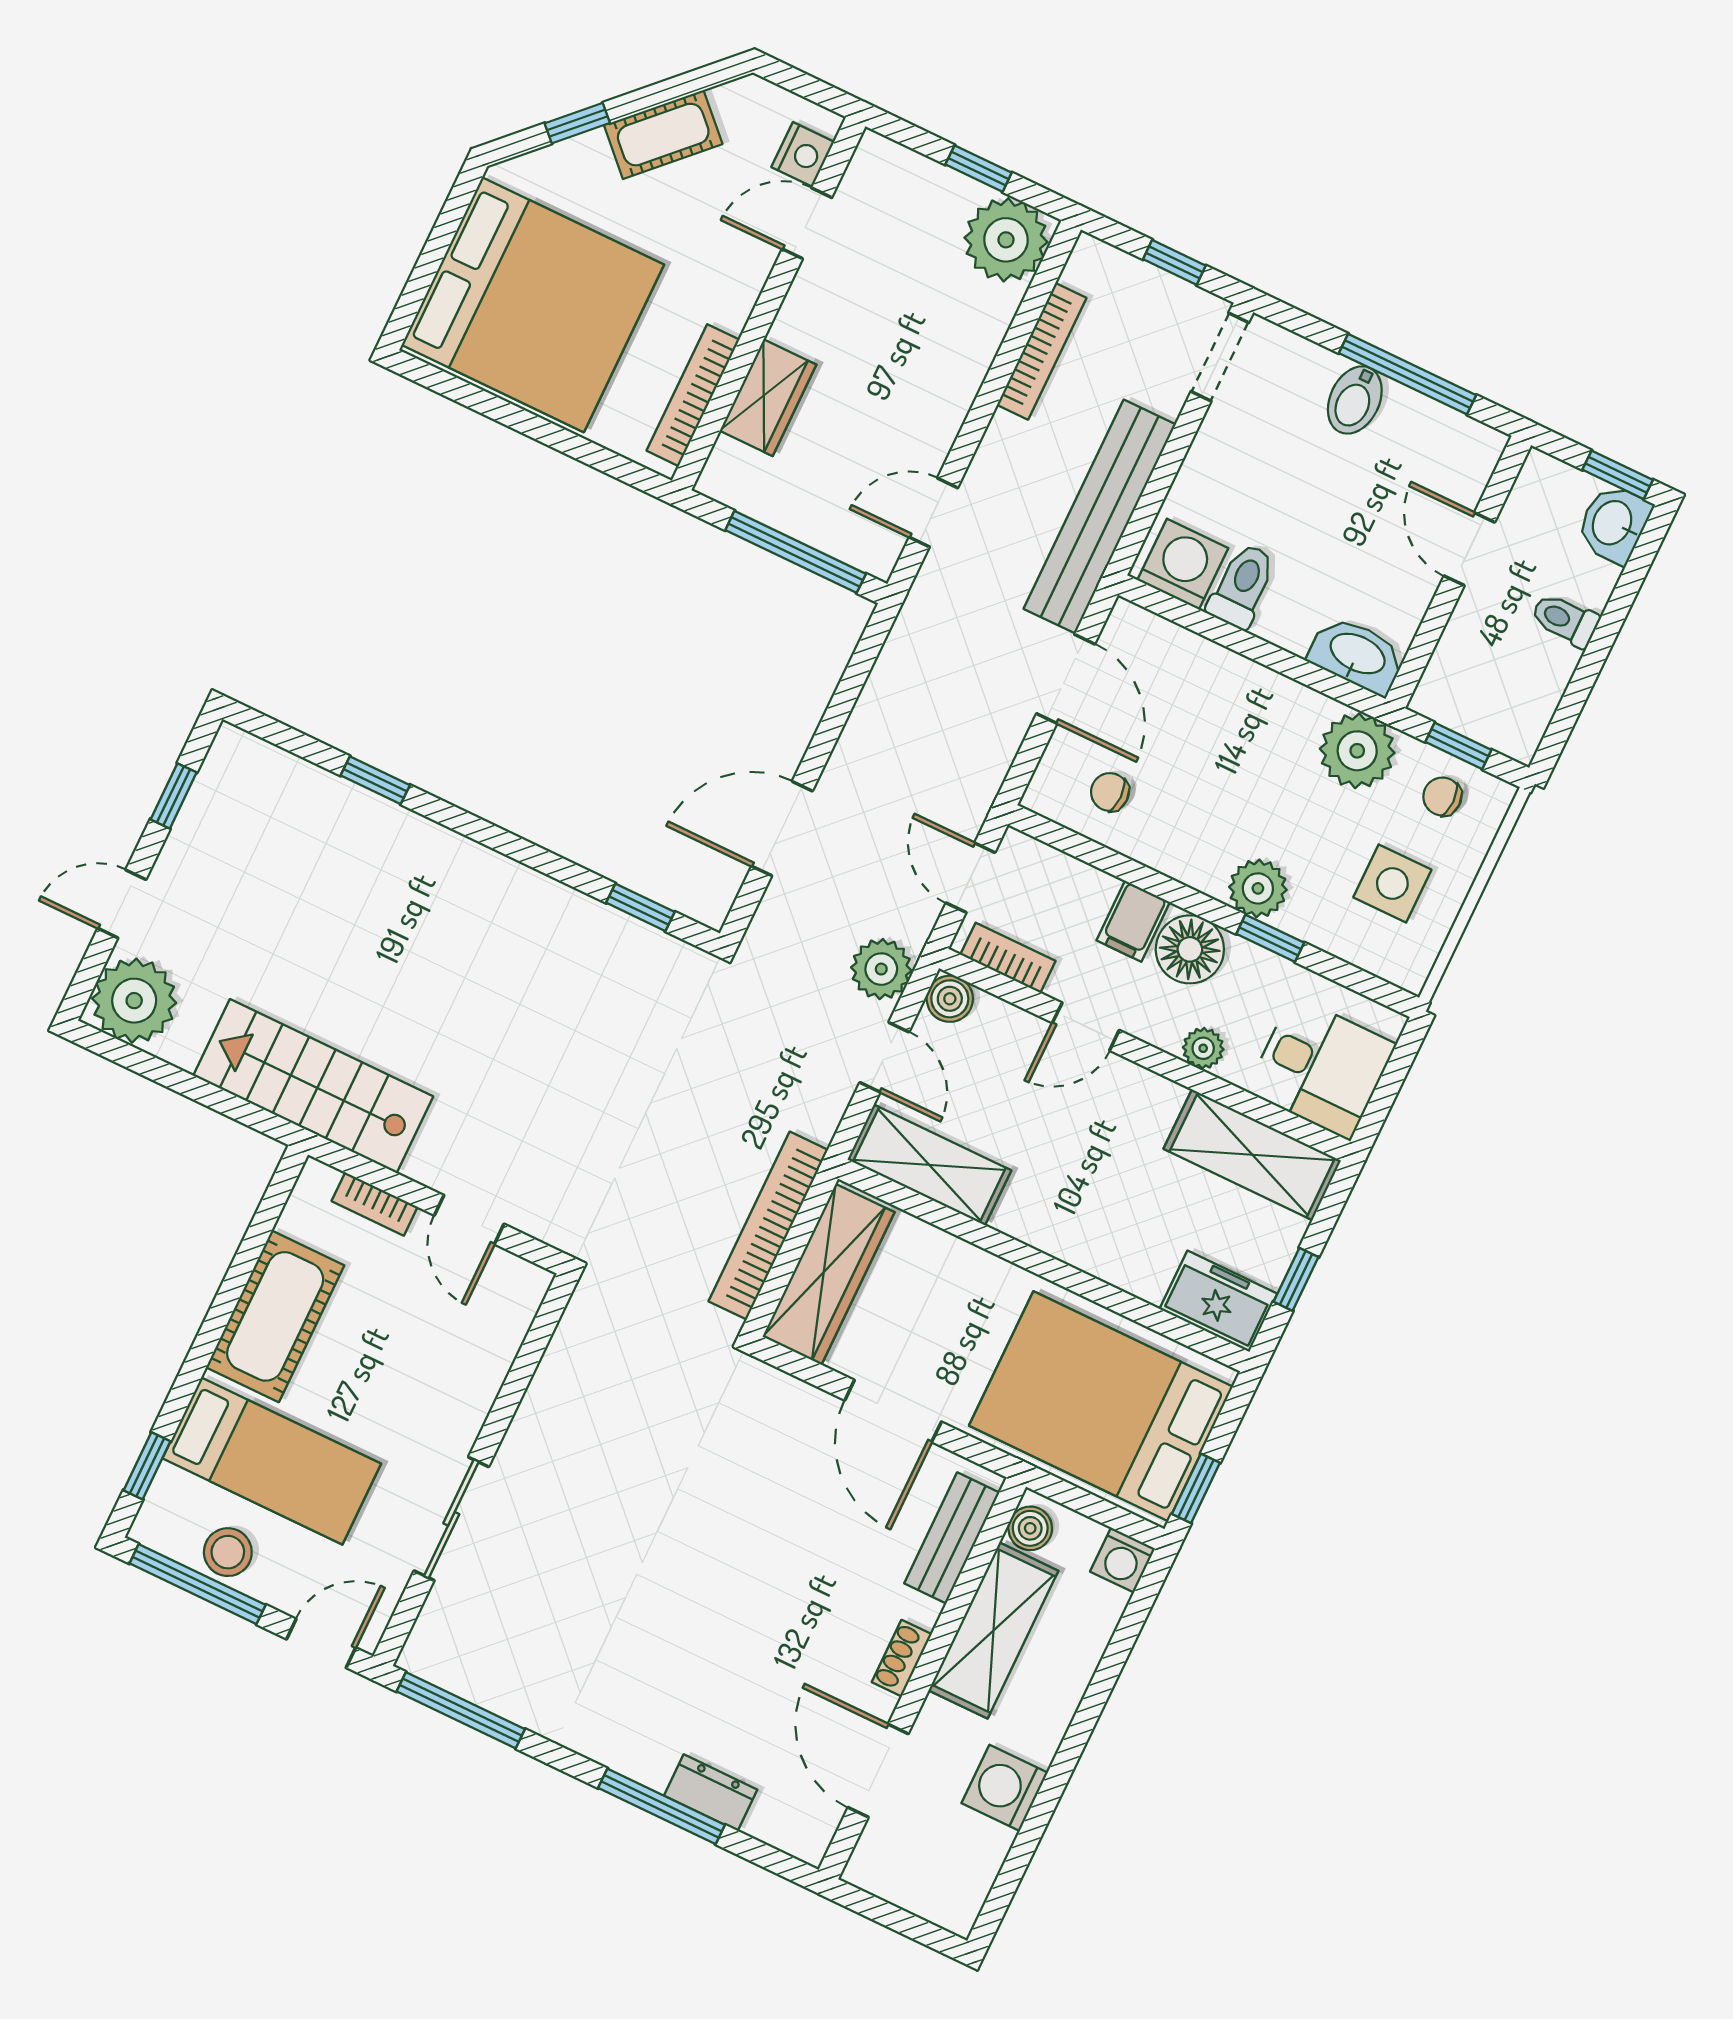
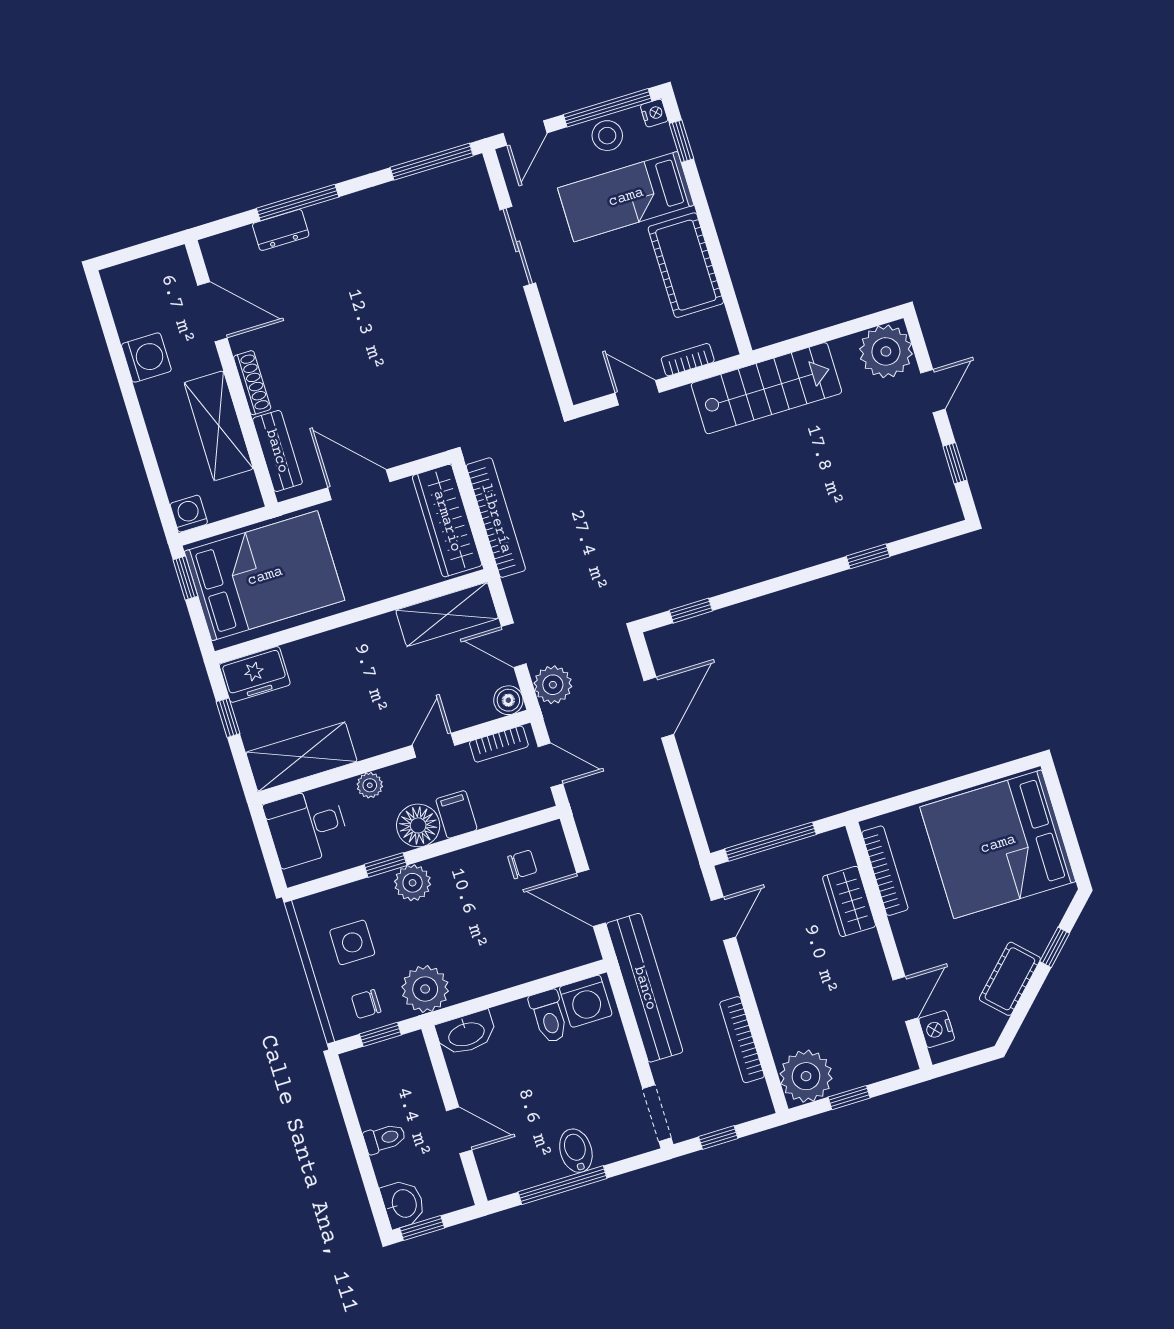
chair: (1442, 797) -> (366, 1004), turned 180
nightstand: (149, 1528) -> (654, 113), added
boiler: (1030, 1528) -> (245, 489), removed
shoe rack: (902, 1658) -> (252, 383), width x1.43

